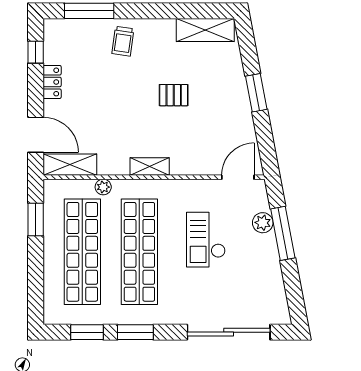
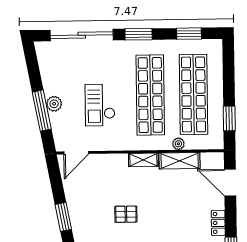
shelving: (70, 165) -> (180, 161), moved
plant: (263, 223) -> (54, 104), moved
checkout: (206, 240) -> (100, 105), turned 180
window: (135, 332) -> (139, 34), moved

